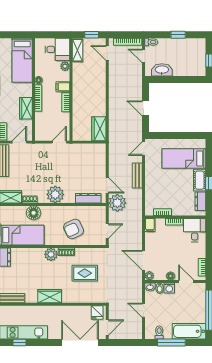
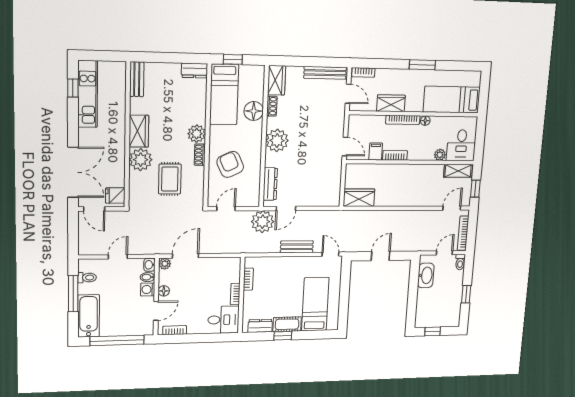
filing cabinet: (63, 87) -> (376, 152), moved
filing cabinet: (150, 225) -> (232, 263), removed
door: (107, 231) -> (226, 209), swing flipped
plant: (70, 295) -> (141, 160), added

